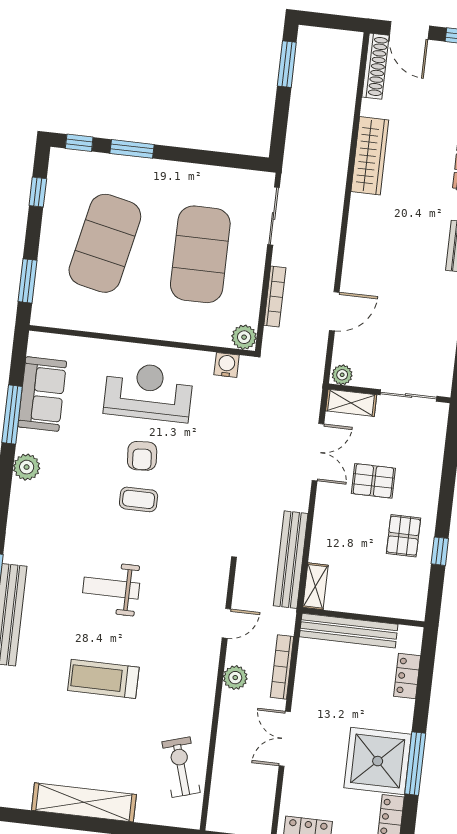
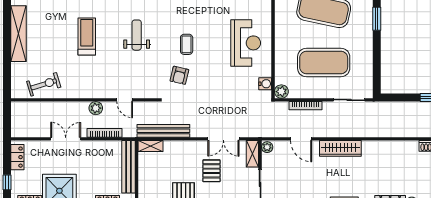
wardrobe: (370, 156) -> (340, 148), moved
armchair: (142, 456) -> (179, 75), moved, turned -73

